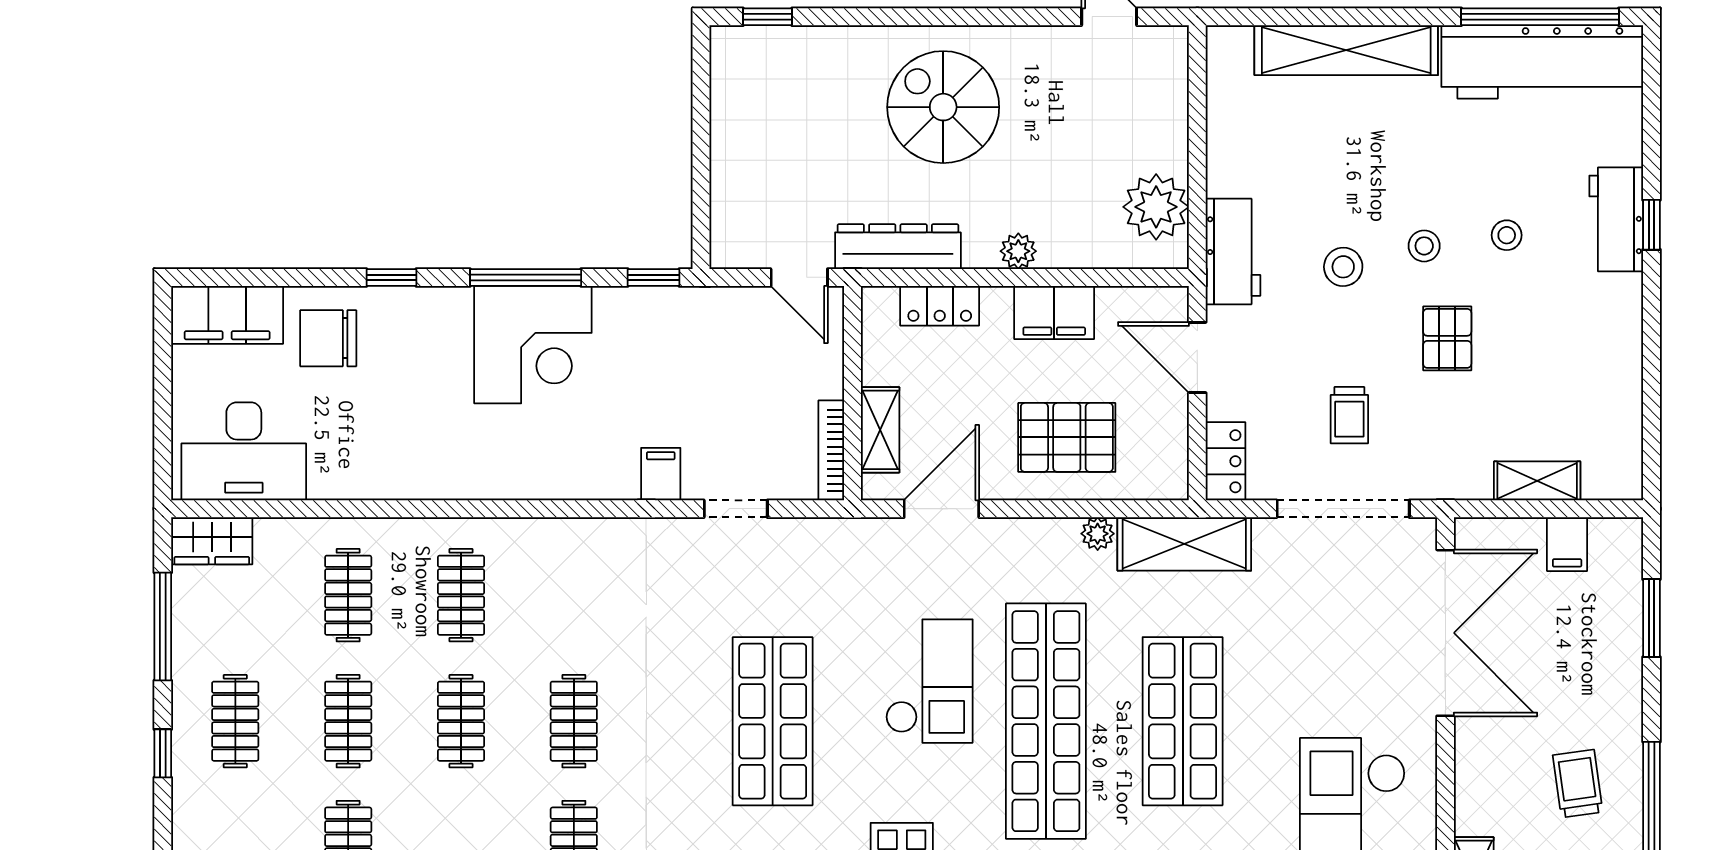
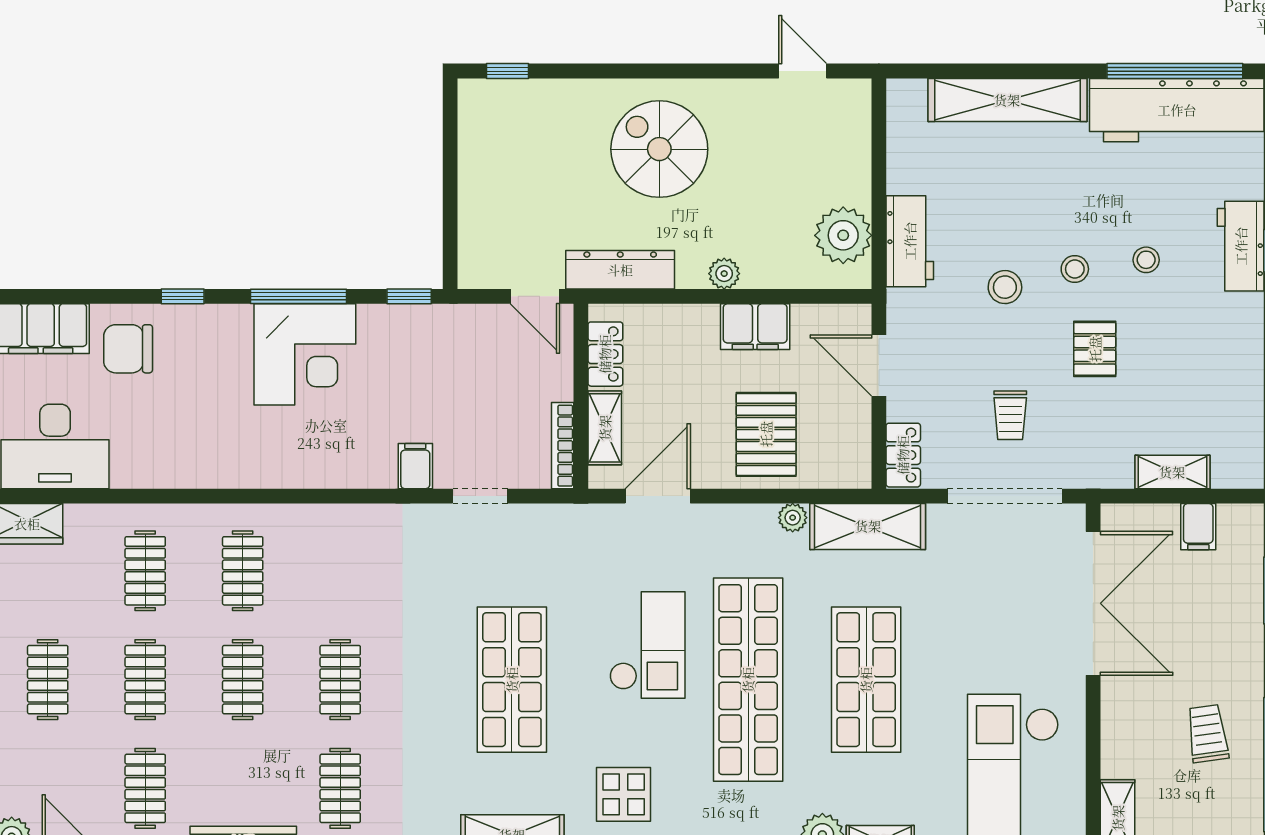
workbench: (1233, 252) -> (910, 241), moved
locker: (940, 306) -> (605, 354), moved, turned -90
pallet: (1067, 437) -> (766, 434), turned 90

